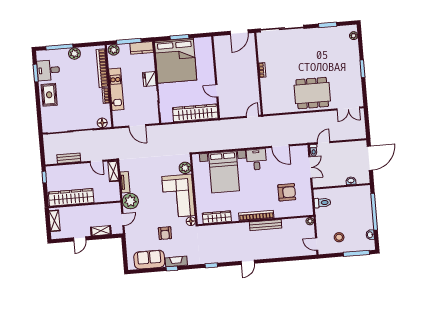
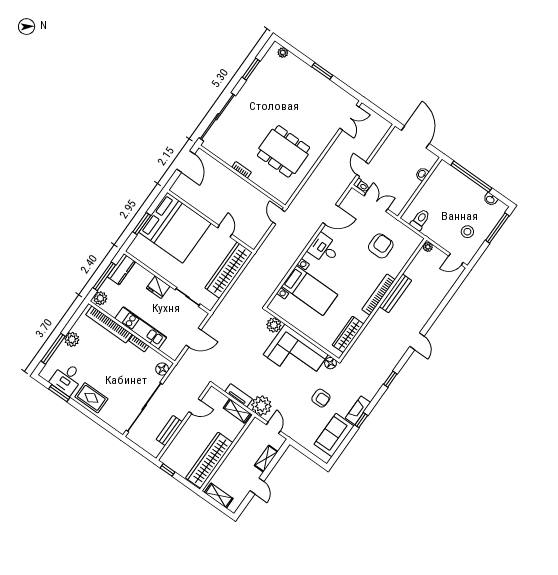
bed: (176, 61) -> (175, 228), moved
door: (217, 91) -> (225, 231), swing flipped
dining table: (312, 93) -> (283, 151), moved, turned 90
shelving: (113, 171) -> (237, 411), moved
bed with nightstands: (224, 172) -> (310, 291), width x0.73

